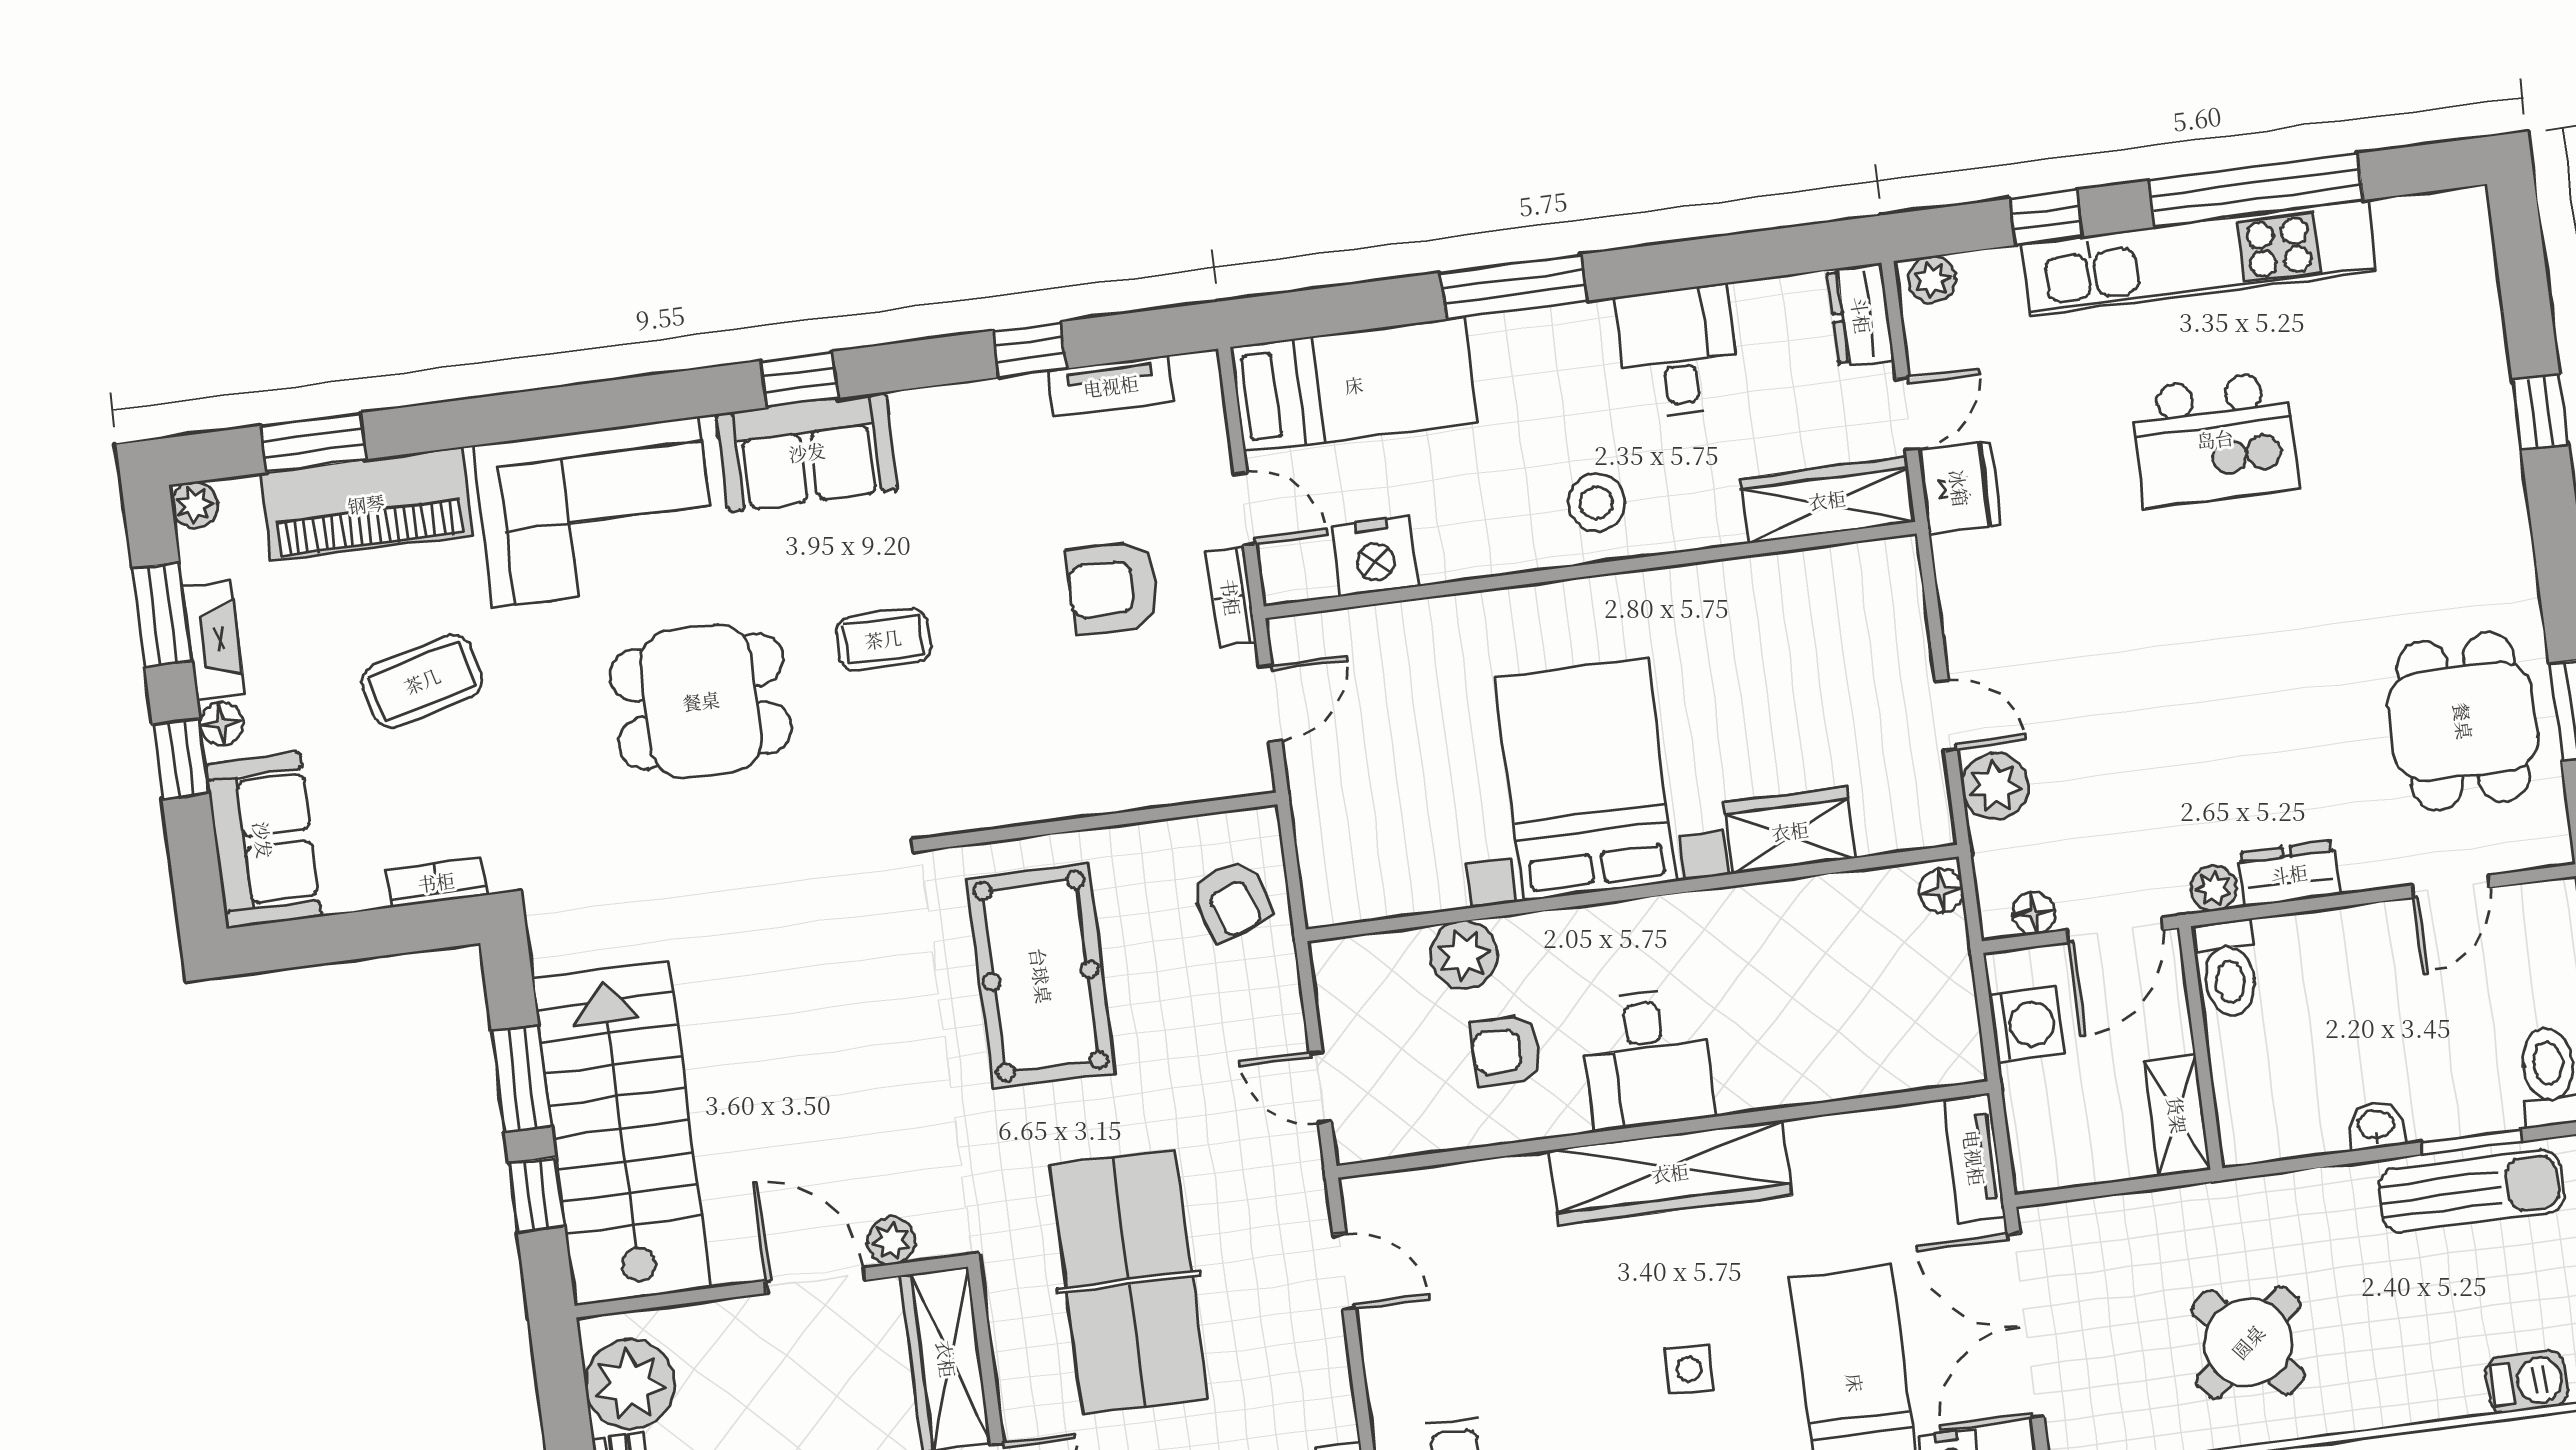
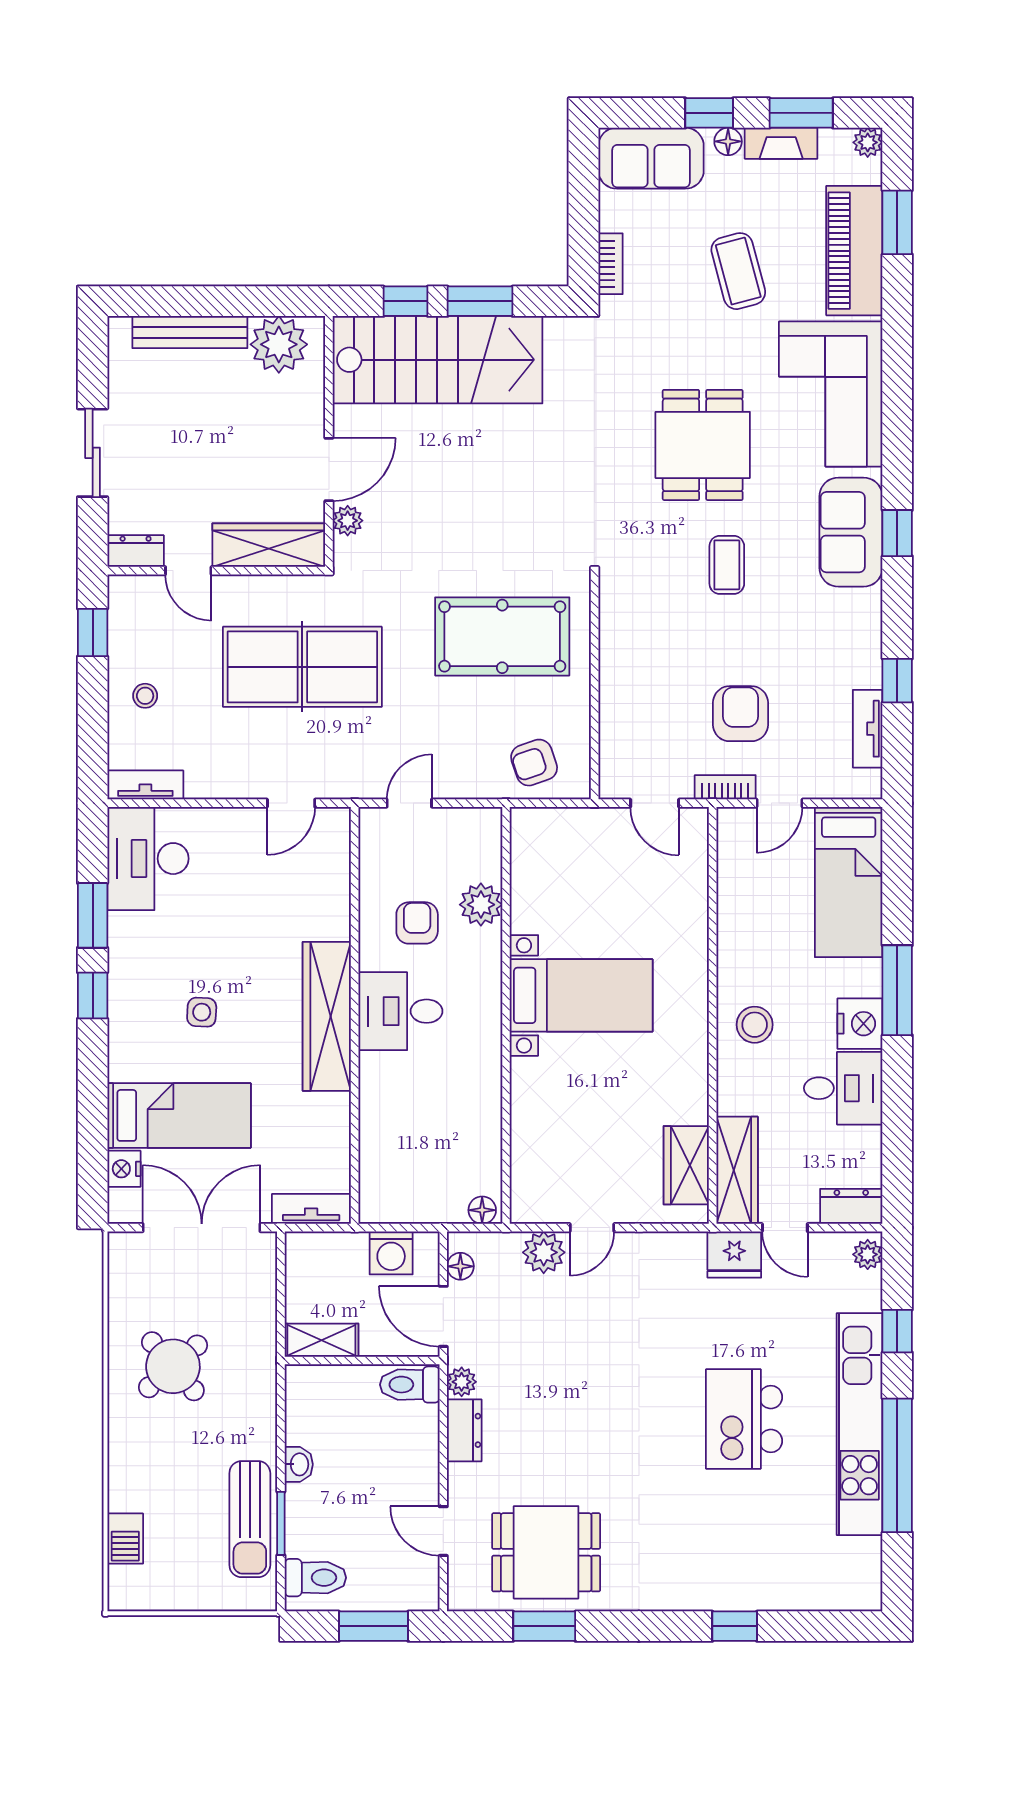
nightstand: (1375, 556) -> (860, 1024), moved, turned 180
bed with nightstands: (1586, 780) -> (581, 995), width x0.73
wardrobe: (1790, 831) -> (686, 1165), moved, turned 180

